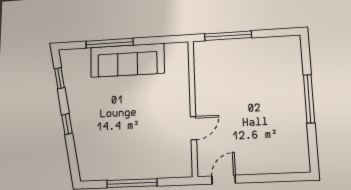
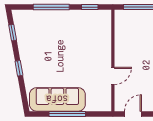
window: (160, 40) -> (90, 7), added
sofa: (127, 60) -> (57, 99), moved, turned 180

